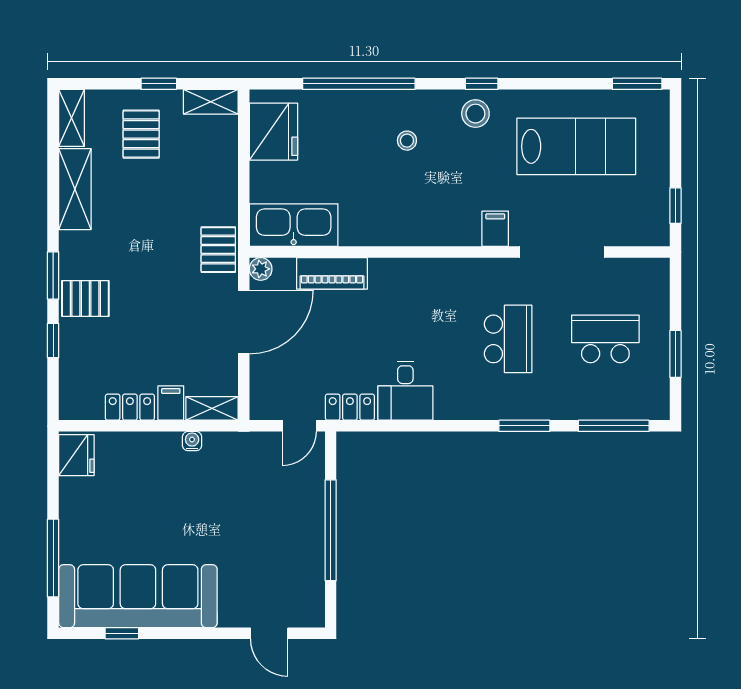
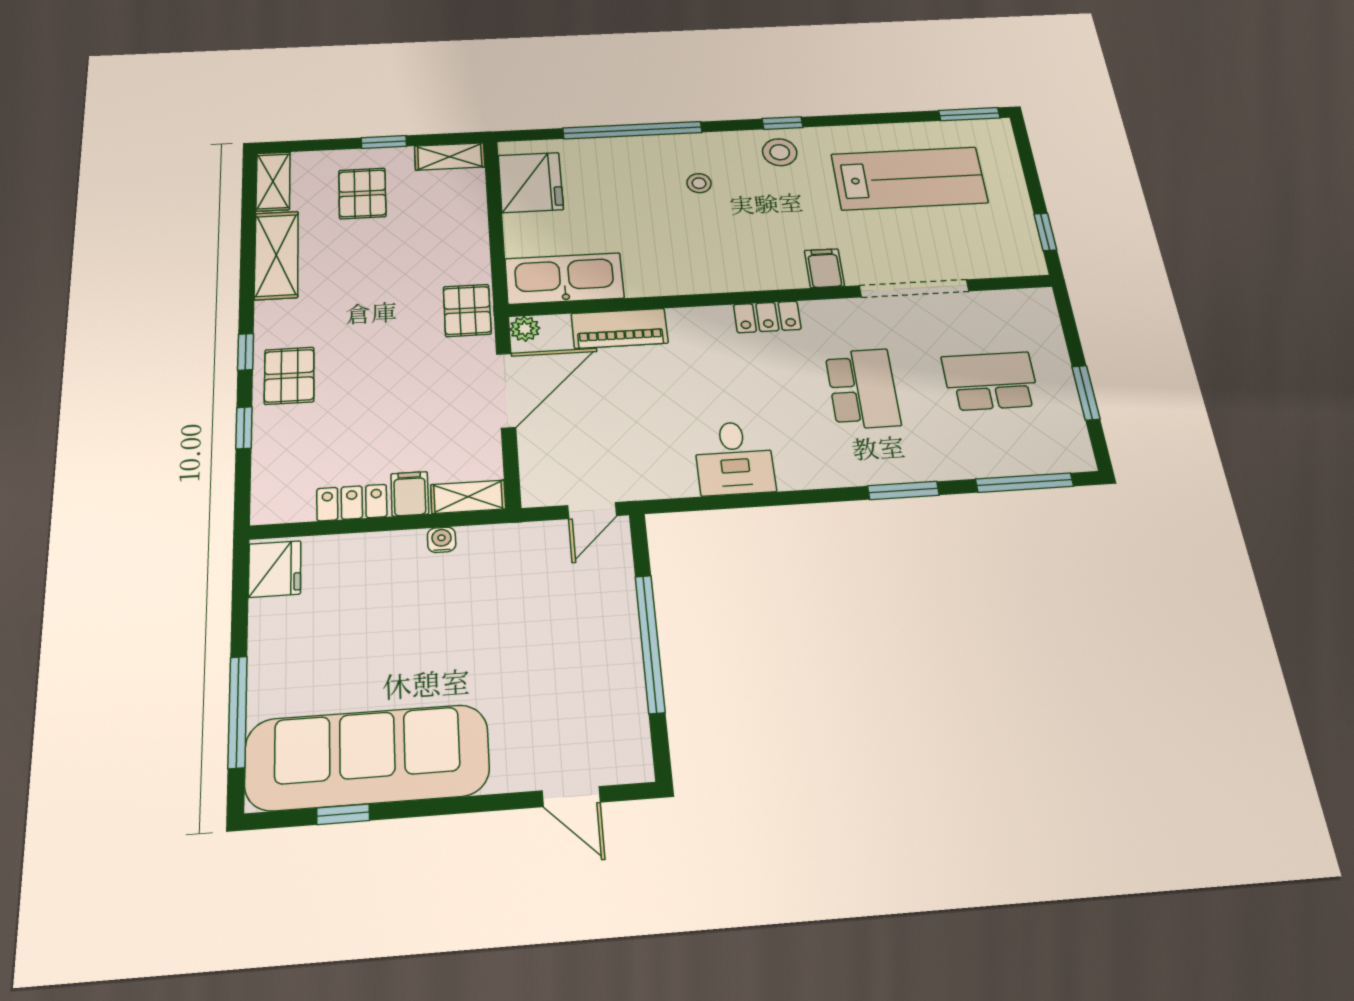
window: (53, 275) -> (246, 352), width x0.67
pallet: (85, 298) -> (289, 376), turned 90
locker: (350, 407) -> (767, 317), moved, turned 180

